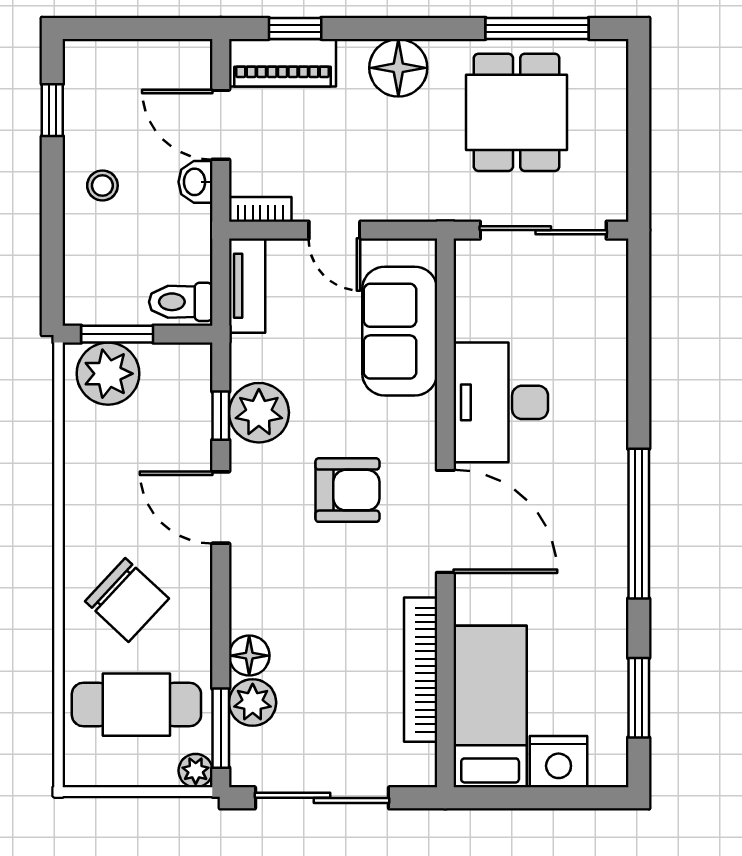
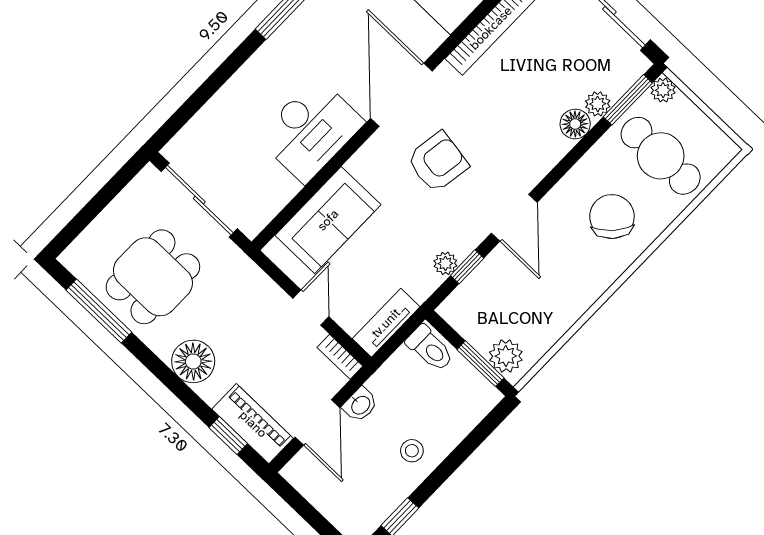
plant: (108, 374) -> (506, 356), width x0.73, depth x0.73
plant: (259, 413) -> (445, 263), width x0.53, depth x0.53
armchair: (347, 490) -> (438, 162), turned 99
plant: (253, 703) -> (598, 104), width x0.73, depth x0.73

